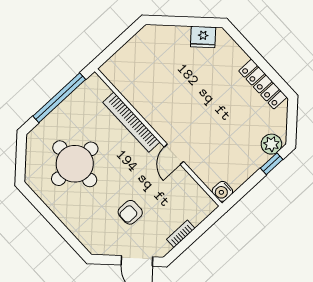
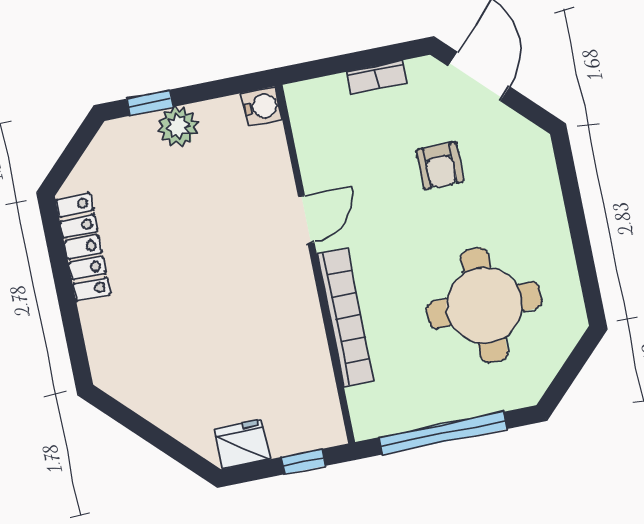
fridge: (203, 37) -> (242, 444), moved, turned -45
window: (112, 49) -> (303, 461), added
plant: (271, 144) -> (178, 127), moved
armchair: (130, 212) -> (440, 166), turned 90

